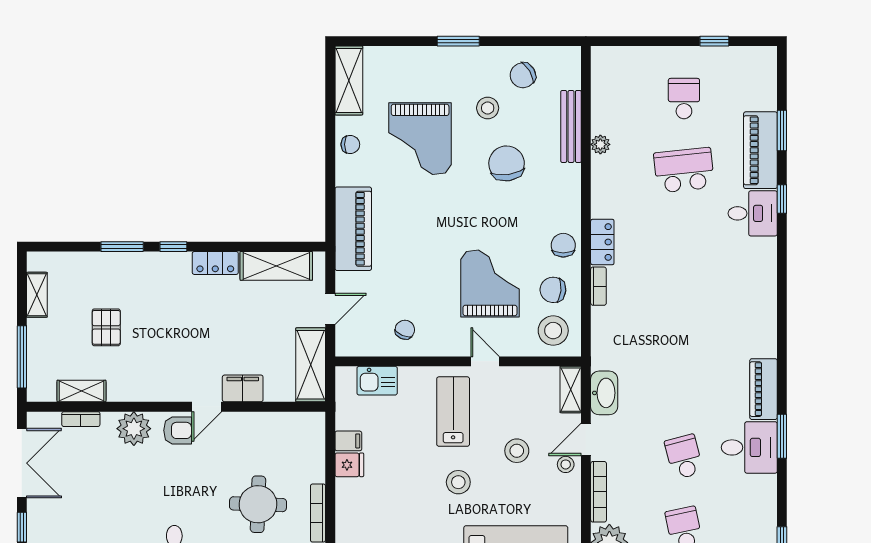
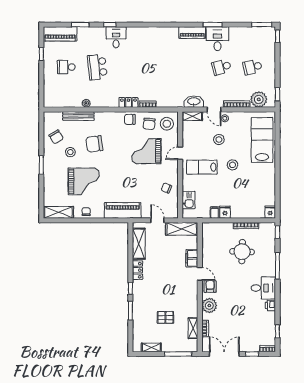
piano: (760, 150) -> (60, 34), moved

